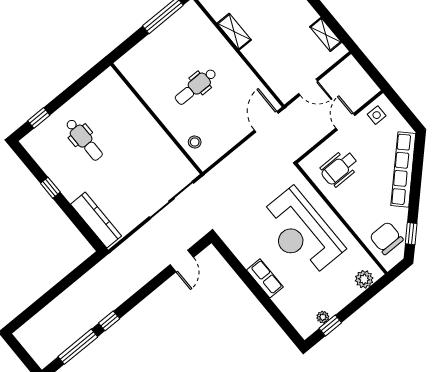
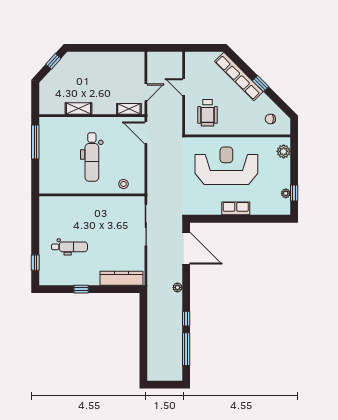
shelving: (326, 35) -> (129, 109), moved
dental chair: (196, 87) -> (92, 157), width x1.36, depth x1.38
side table: (377, 115) -> (195, 66), removed
reception desk: (301, 233) -> (226, 166), turned 180
window: (411, 234) -> (261, 84), moved
chair: (386, 238) -> (270, 119), width x0.54, depth x0.54
door: (182, 261) -> (186, 248), width x1.87
plant: (134, 286) -> (177, 287), added

